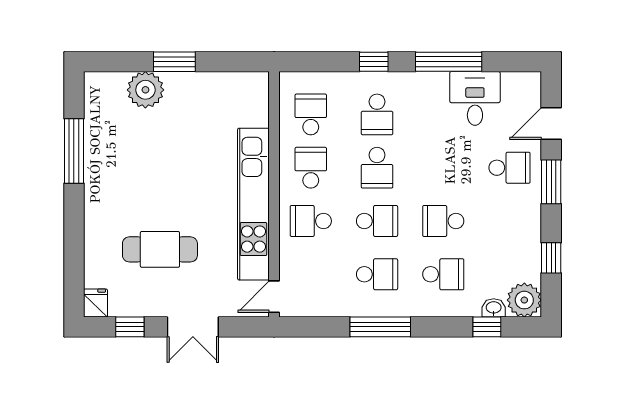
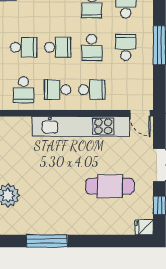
school desk: (311, 114) -> (24, 90), turned -90
school desk: (311, 221) -> (92, 90), turned -90
school desk: (377, 221) -> (92, 47), turned 180
cafe table: (160, 249) -> (110, 186), turned 90

